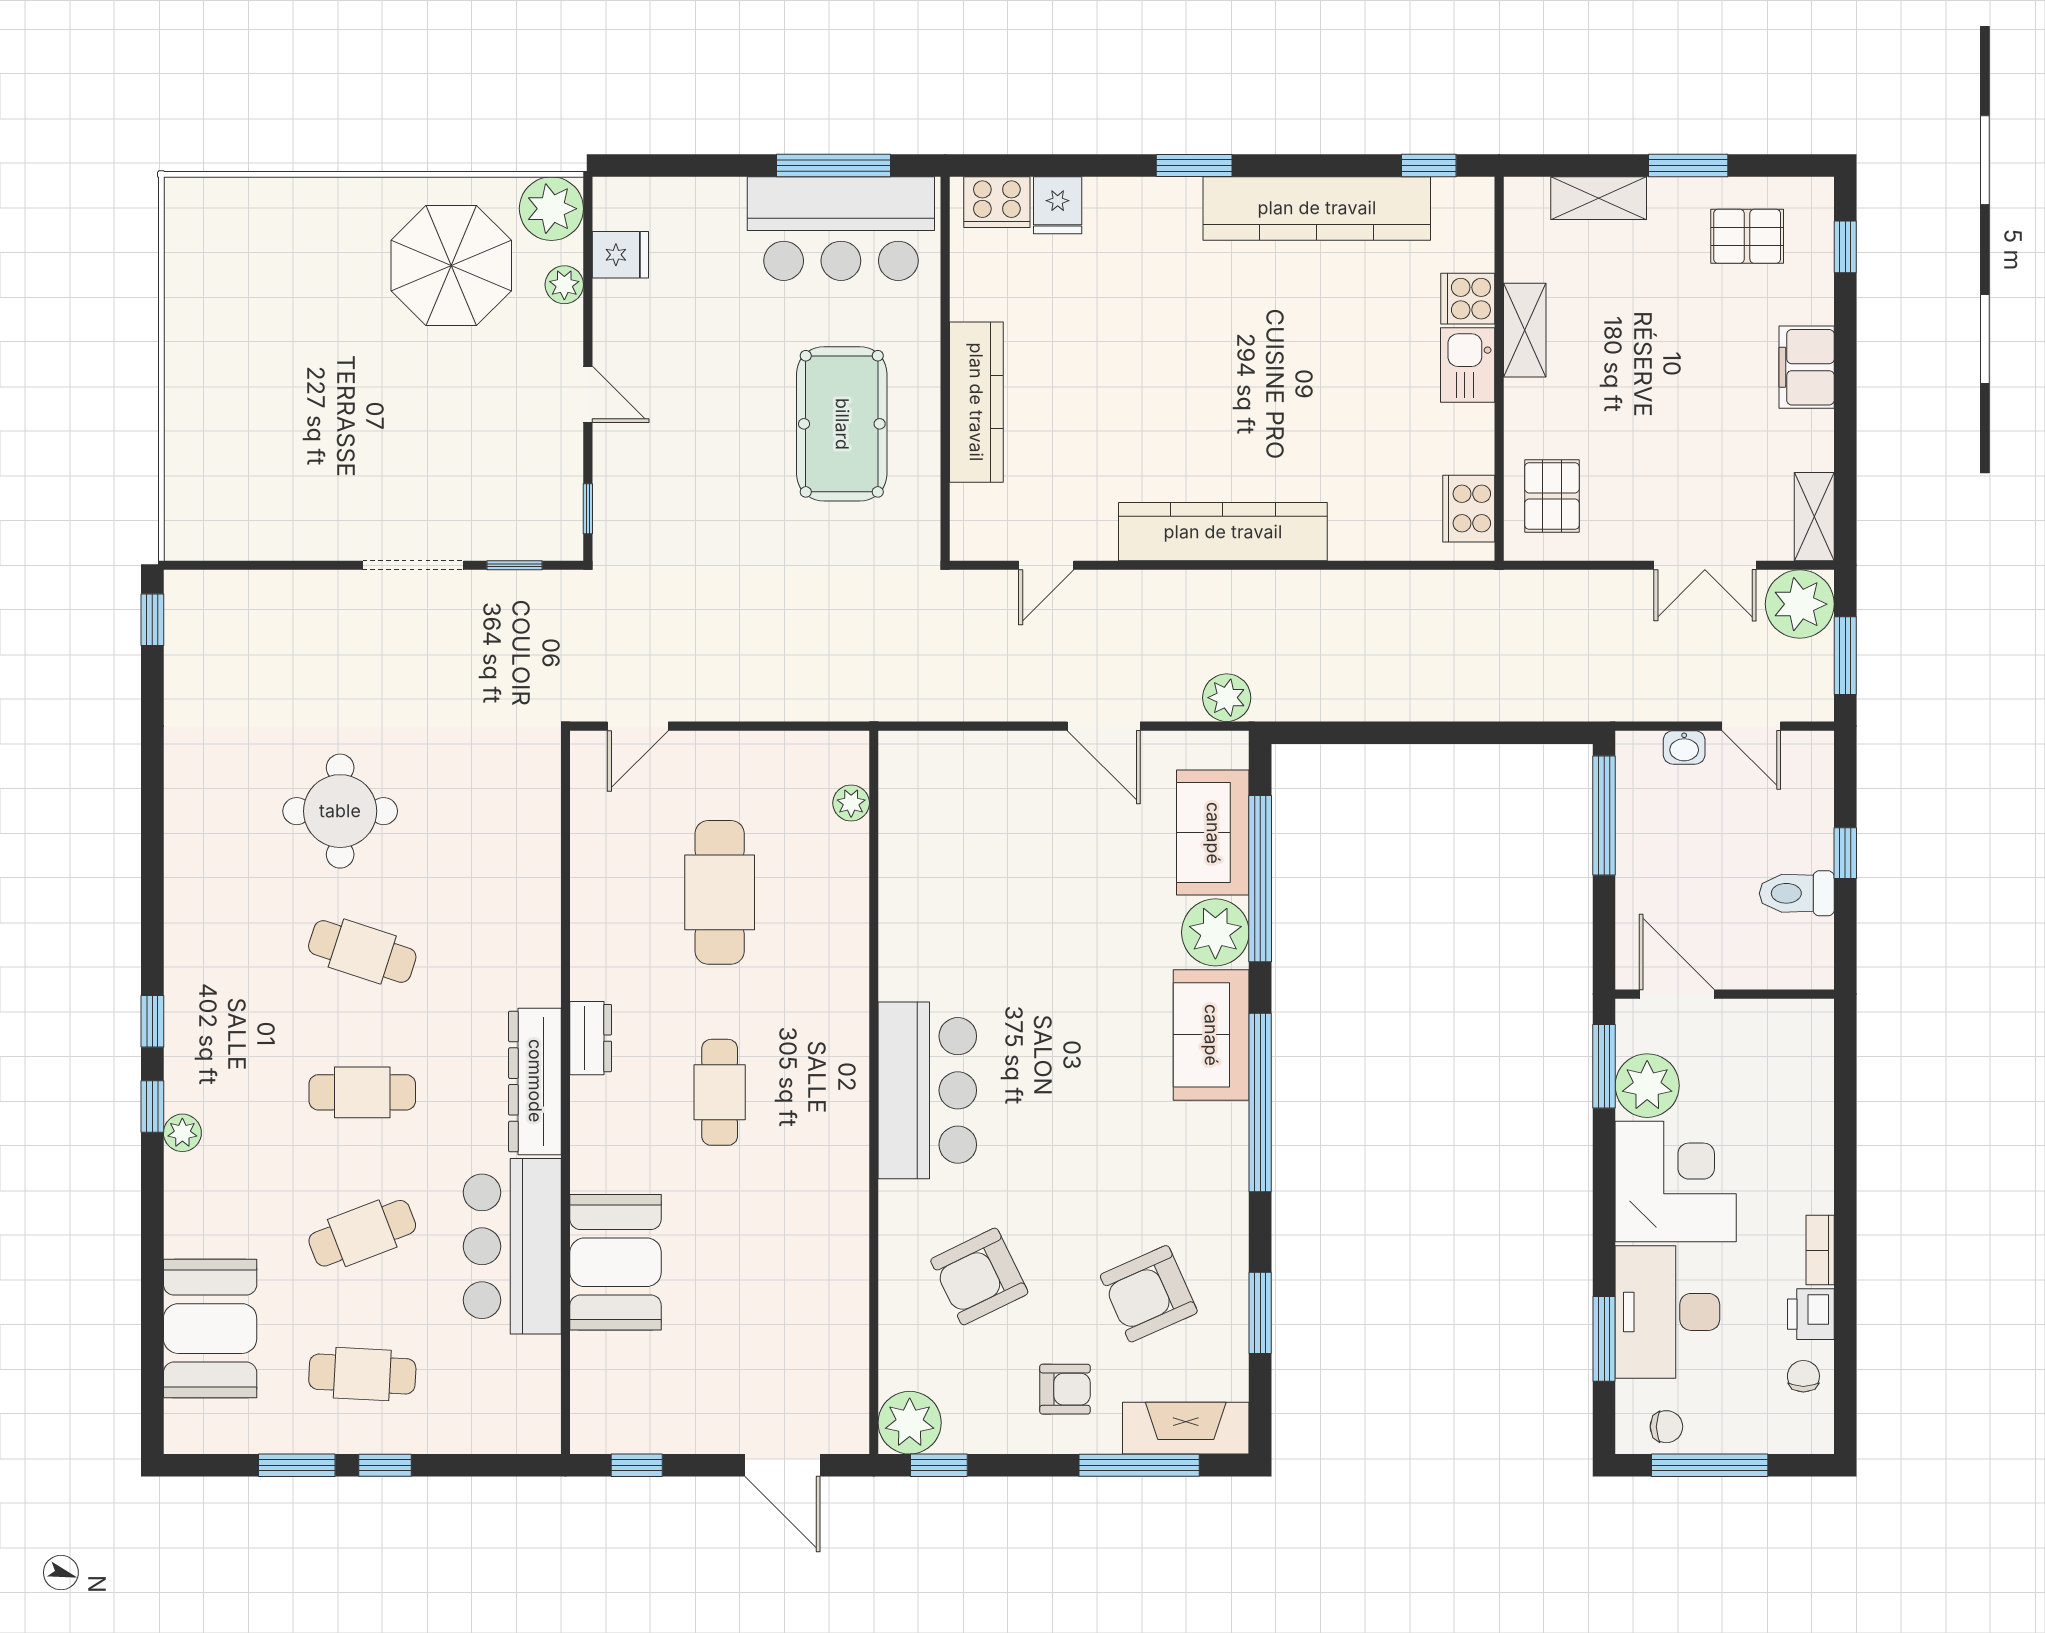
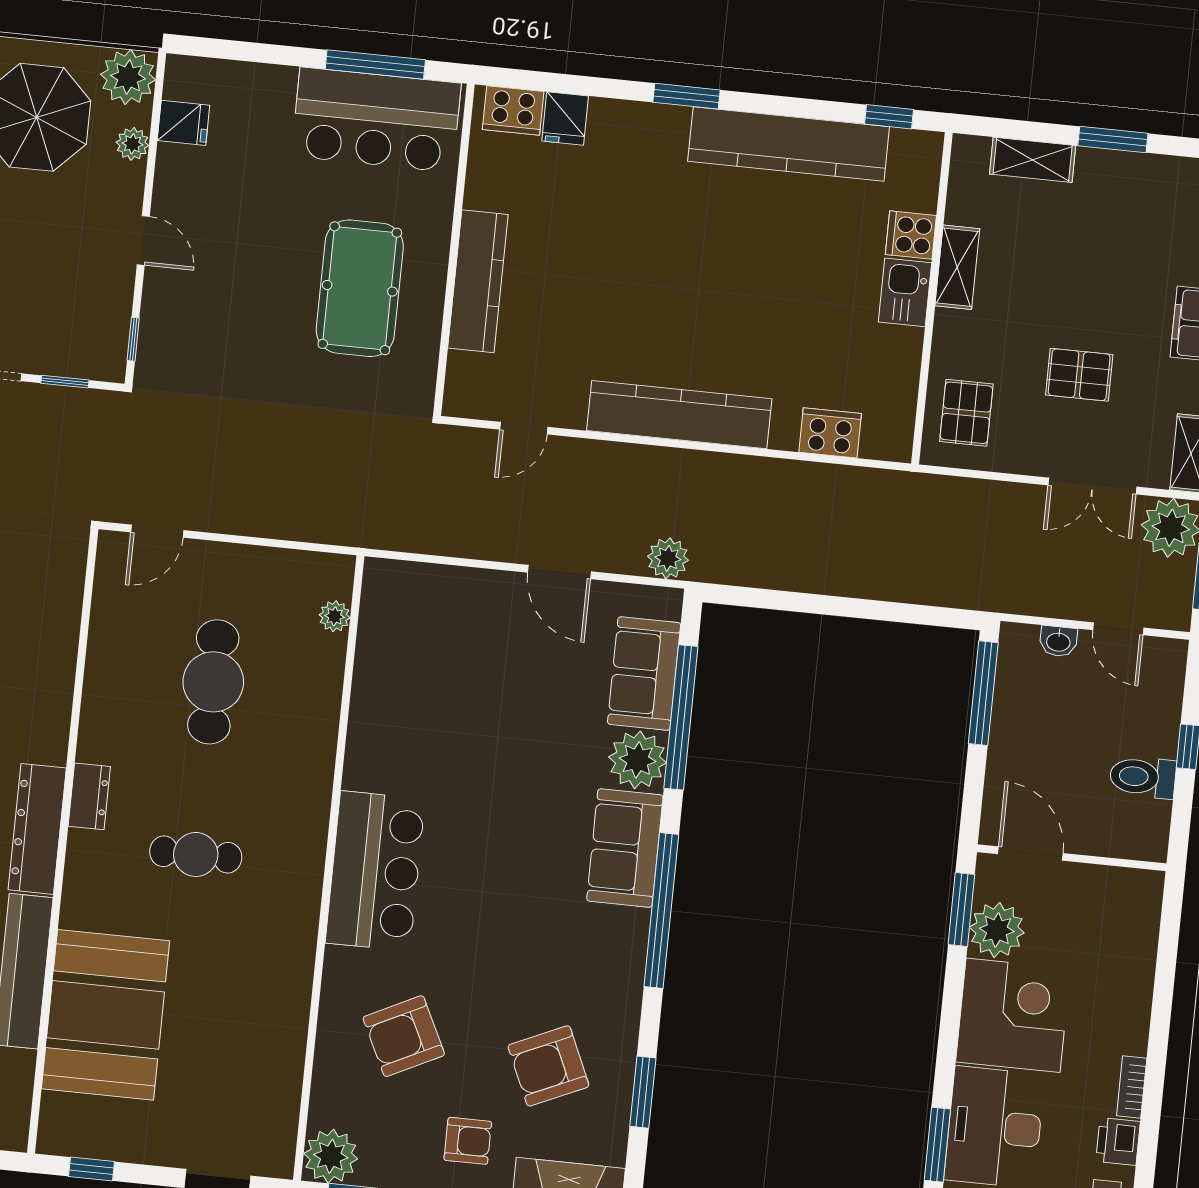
pallet: (1747, 236) -> (1079, 375), moved
cooker: (1469, 509) -> (830, 433), moved, turned 90
cafe table: (720, 1092) -> (196, 854), turned 90
booth: (616, 1262) -> (106, 1015), width x1.36, depth x1.42

